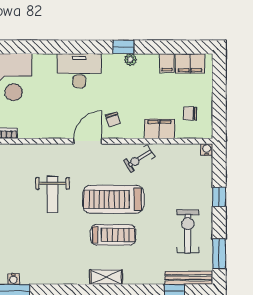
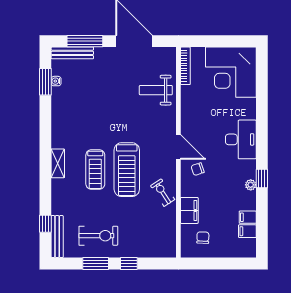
filing cabinet: (190, 63) -> (247, 231), width x0.50
water cooler: (207, 149) -> (171, 252), removed
weight bench: (53, 194) -> (156, 90), moved
treadmill: (113, 199) -> (127, 170), turned 180
window: (219, 254) -> (96, 263), moved

